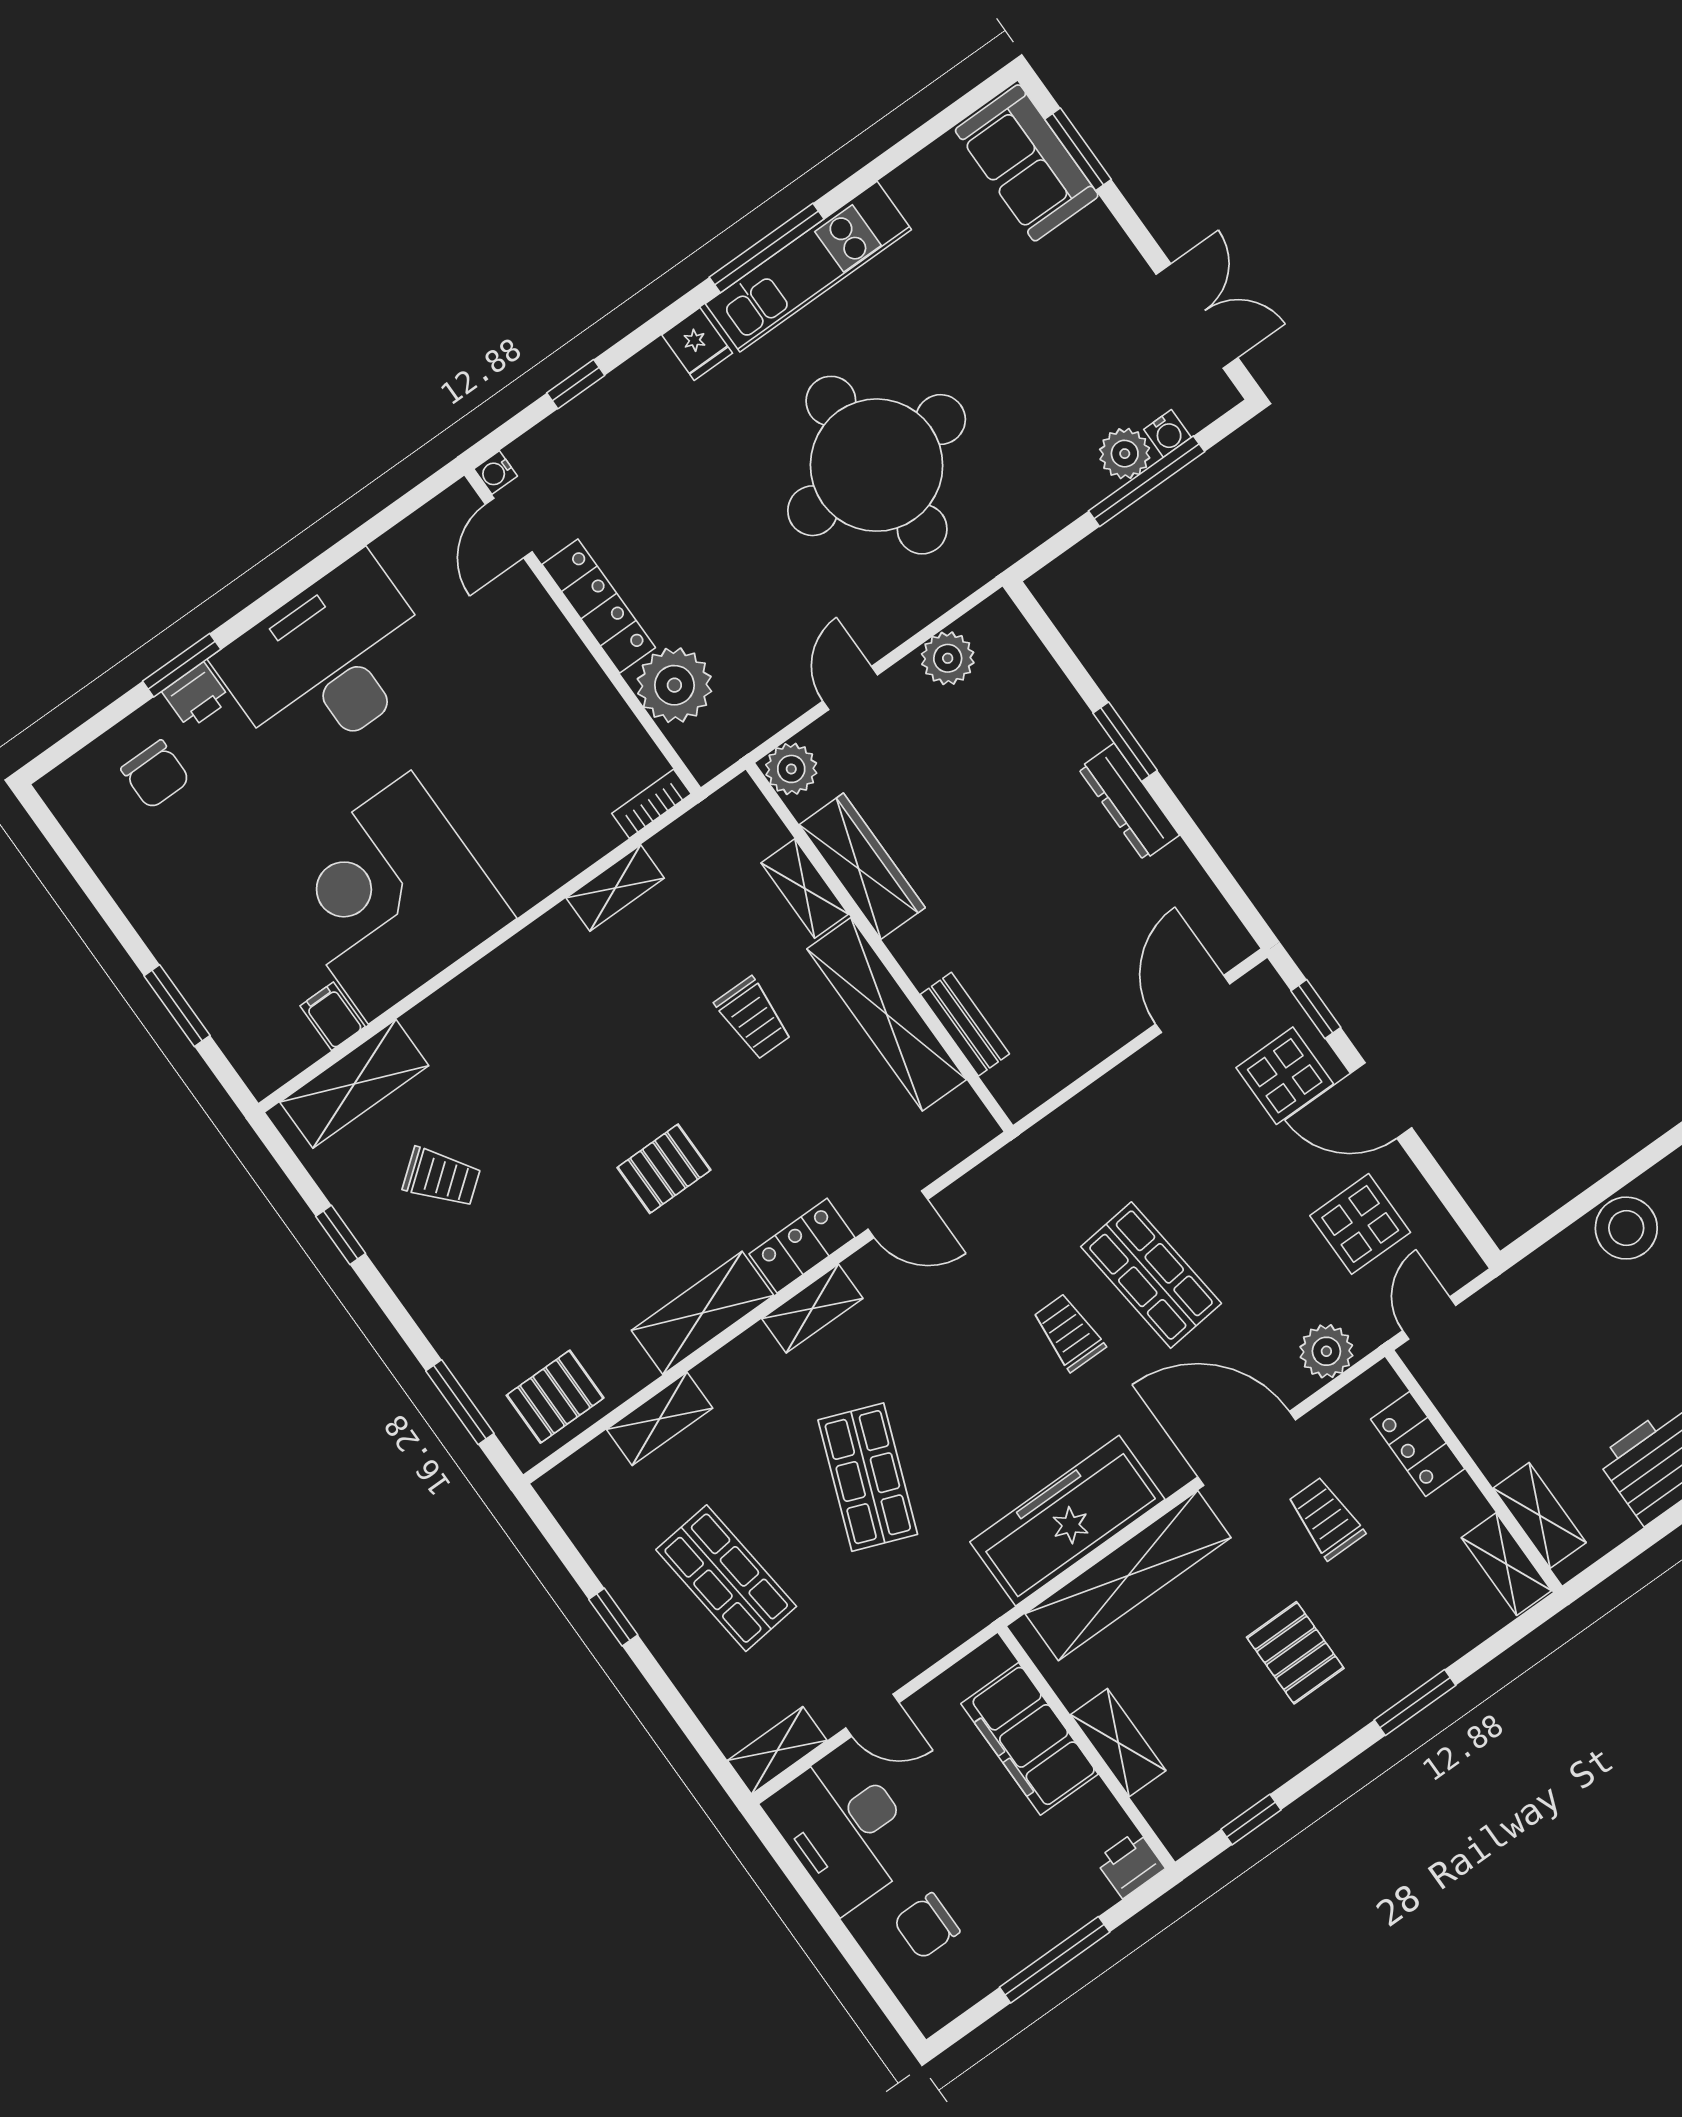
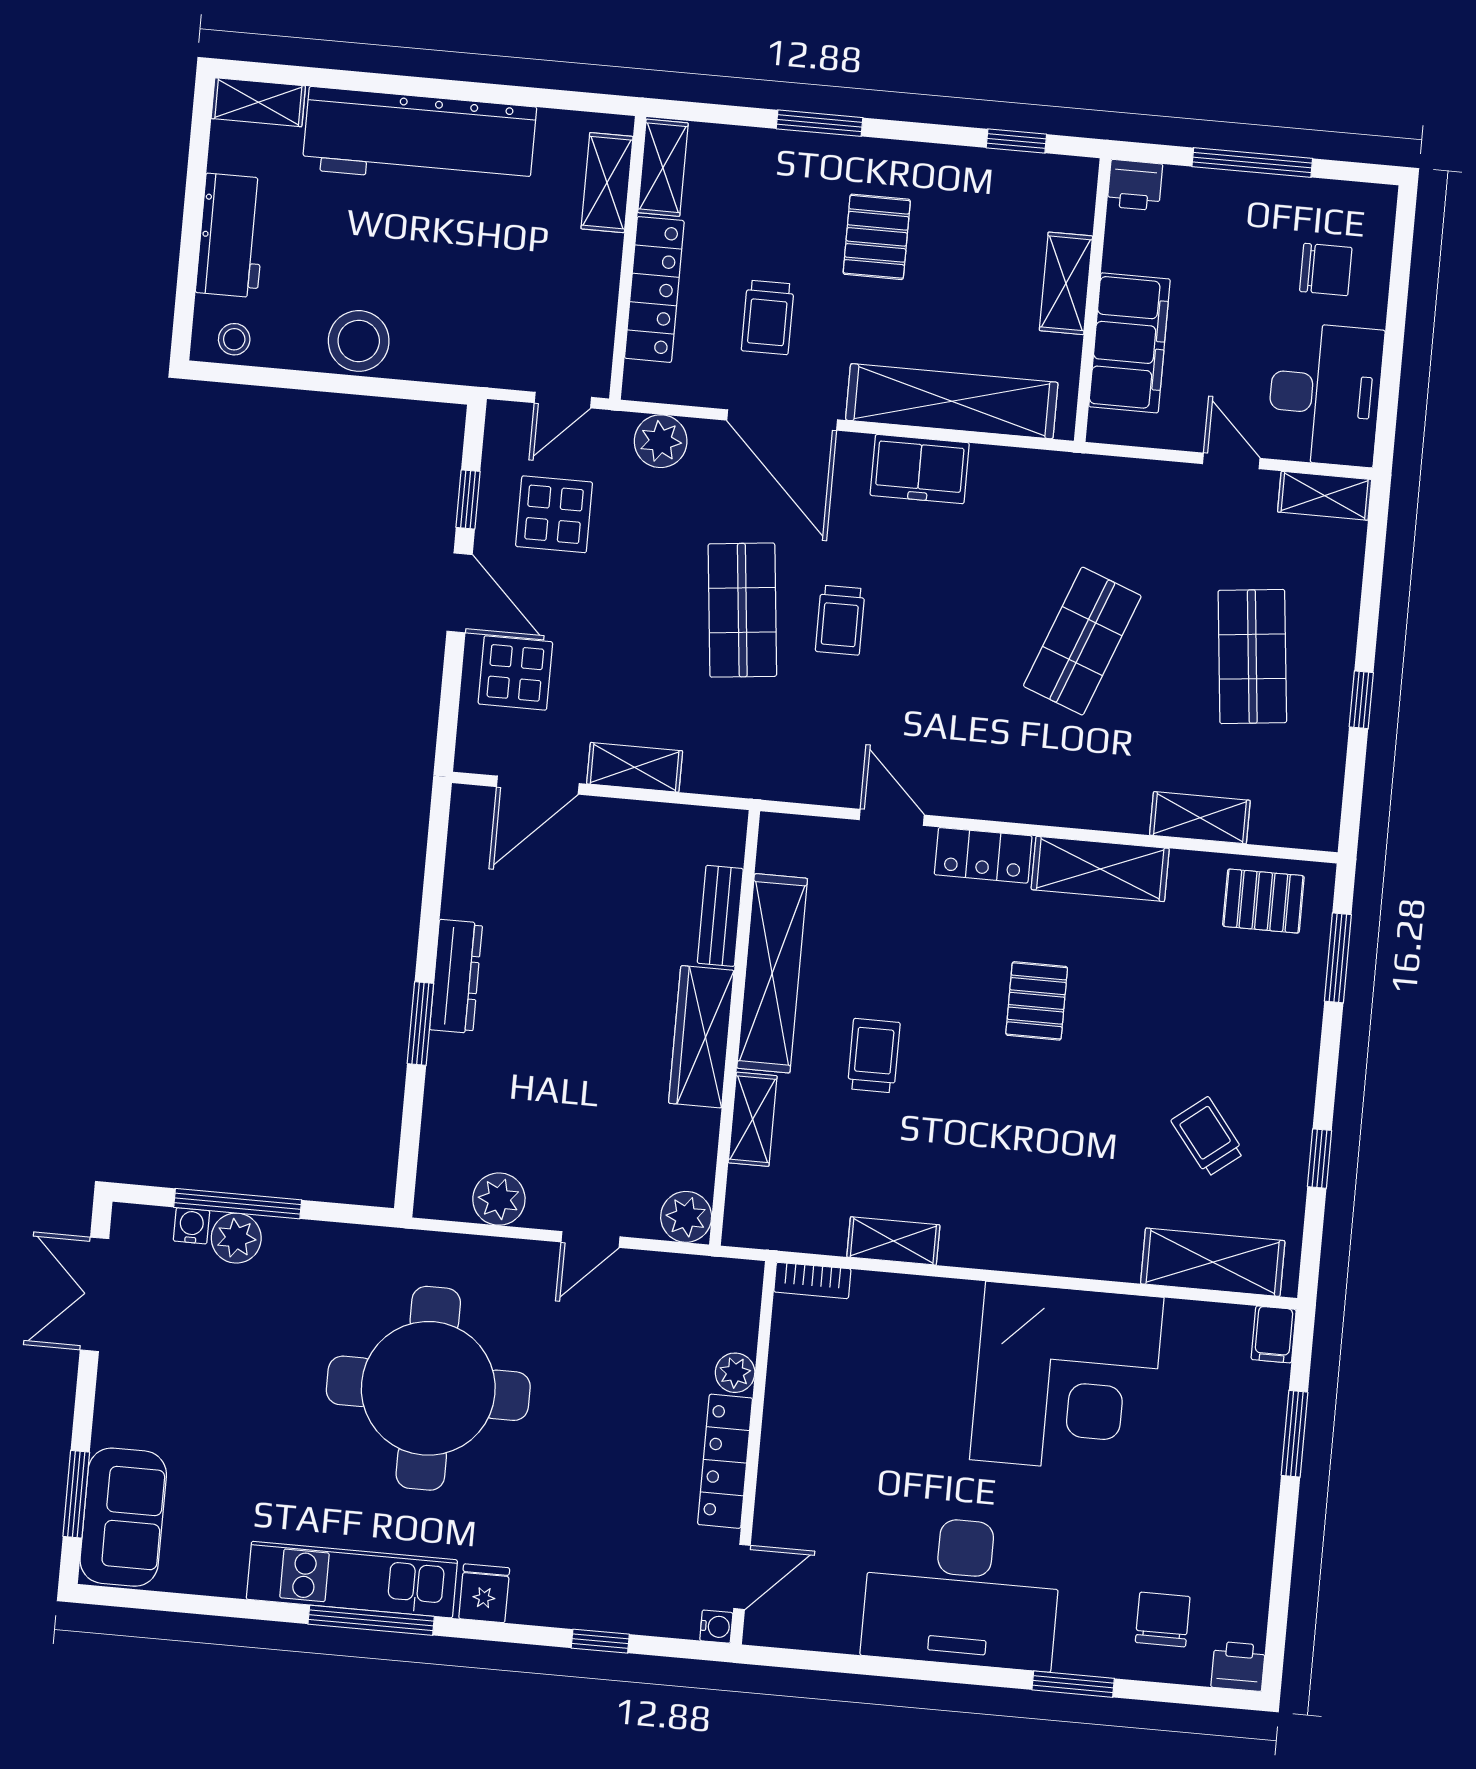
plant: (674, 685) -> (735, 1373), width x0.53, depth x0.53
printer: (196, 696) -> (1238, 1666), moved
wardrobe: (862, 866) -> (701, 1037), moved
window: (1316, 1009) -> (468, 499), moved
filing cabinet: (333, 1016) -> (1274, 1334), moved
pallet: (664, 1169) -> (1037, 1001), turned 90
shelving: (812, 1309) -> (635, 767), moved
locker: (1418, 1444) -> (654, 289), width x1.53
freezer: (1067, 1521) -> (920, 469), width x0.52, depth x0.79

